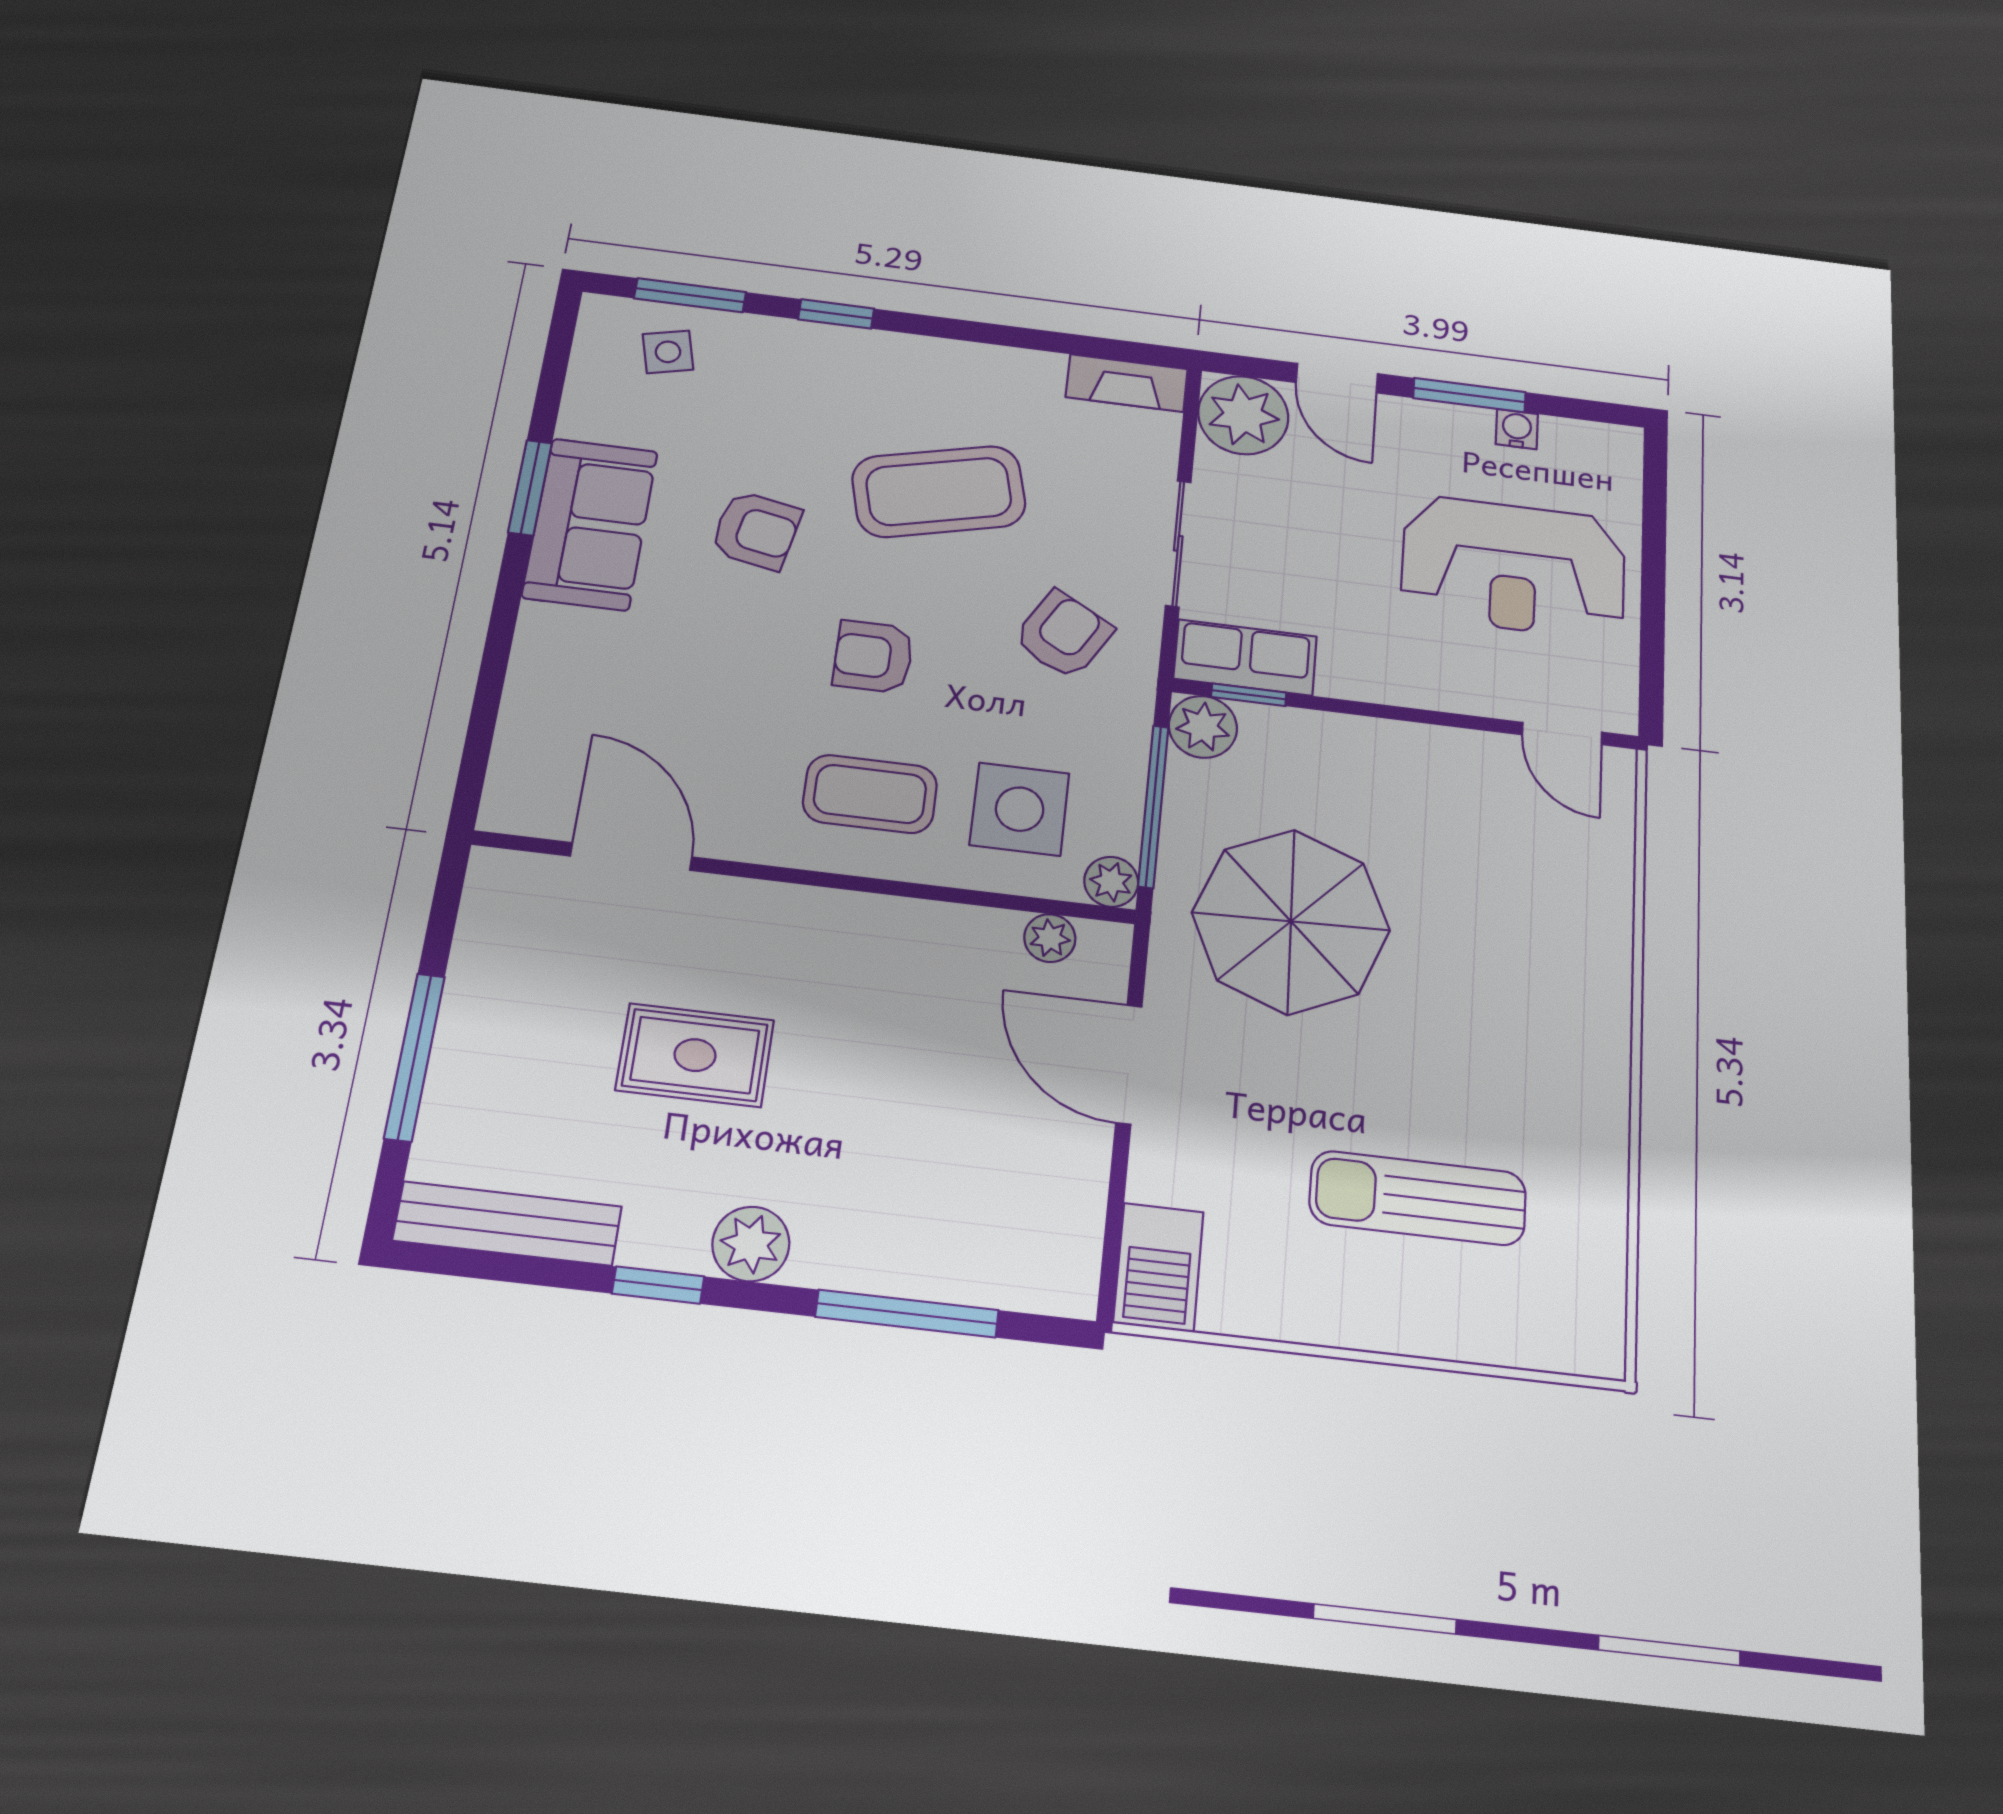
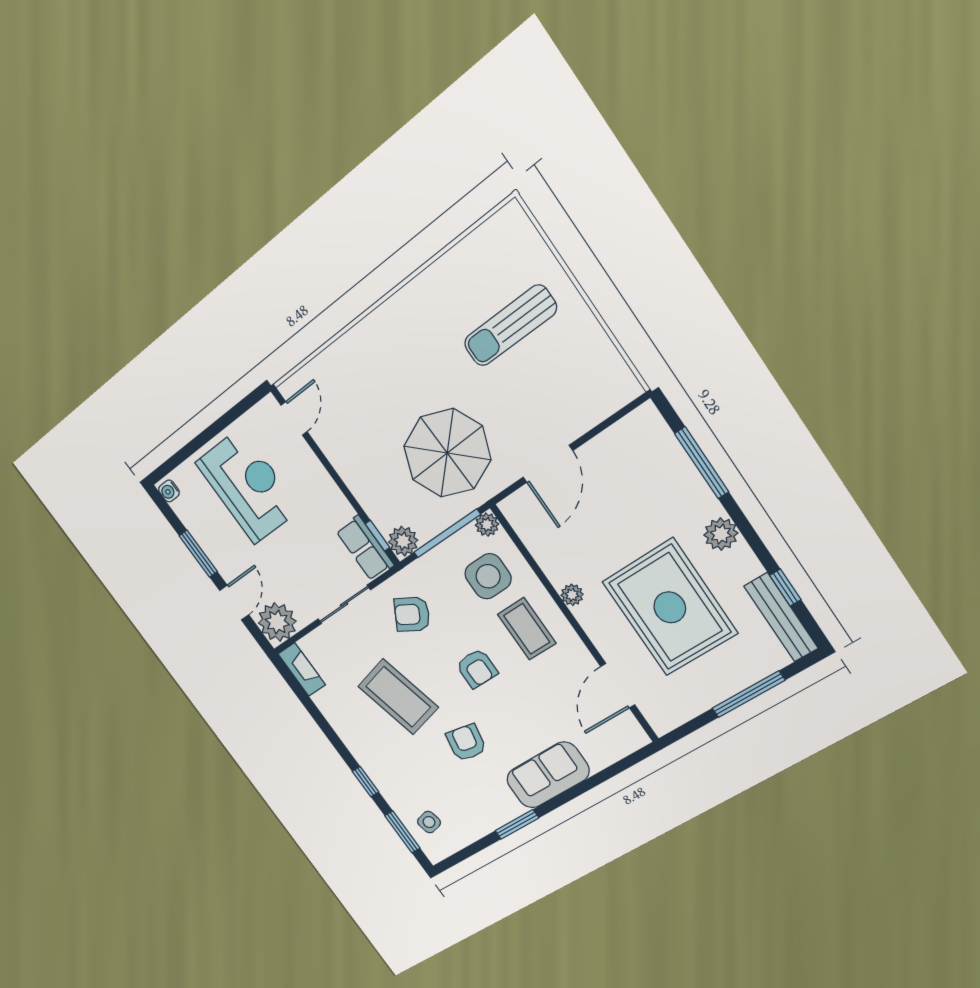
water cooler: (1517, 429) -> (169, 491), moved
sofa: (590, 524) -> (548, 775), moved
plant: (1050, 938) -> (572, 595), moved
rug: (695, 1055) -> (670, 607), width x1.86, depth x2.06
sun lounger: (1418, 1198) -> (510, 326), turned 90
barbecue: (1158, 1267) -> (613, 393), removed
window: (658, 1285) -> (785, 588), moved

